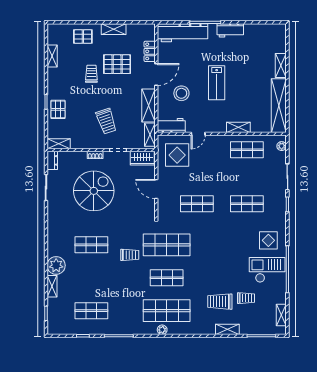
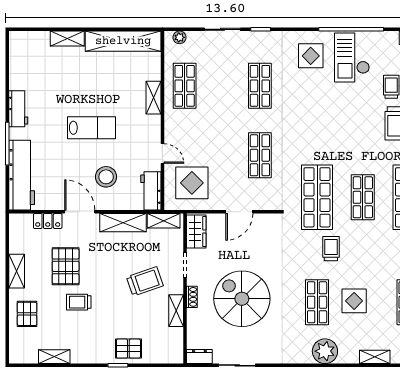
shelving: (59, 144) -> (176, 311), moved
plant: (56, 265) -> (325, 351), moved
display table: (92, 271) -> (354, 301), added

